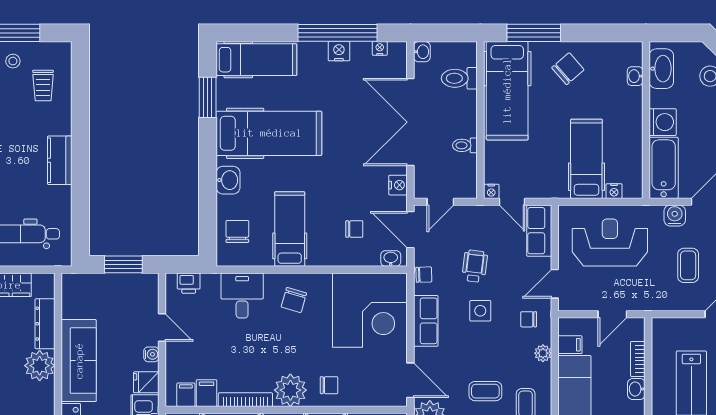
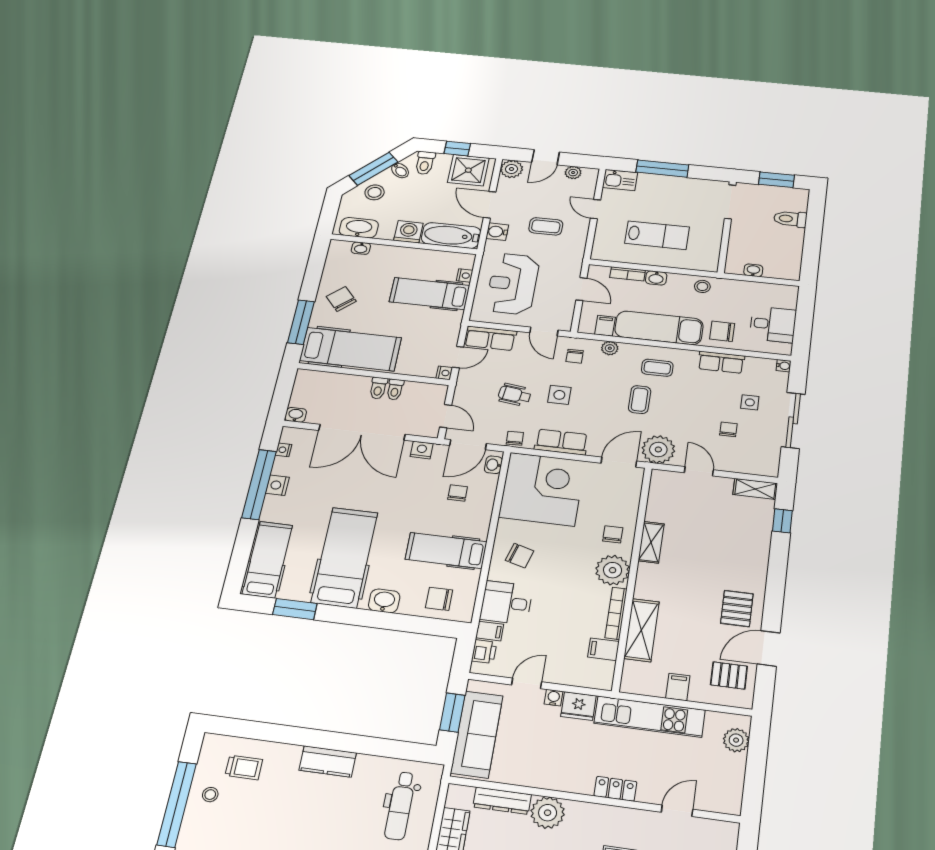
toilet: (459, 78) -> (378, 388), moved, width x0.73, depth x0.72
sofa: (79, 361) -> (477, 734), moved, turned 90
fridge: (146, 382) -> (578, 706), width x1.38
filing cabinet: (186, 395) -> (490, 631), moved, turned 180

